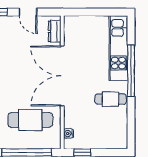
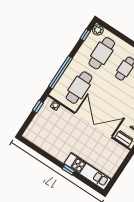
window: (131, 71) -> (68, 170), width x0.32
cafe table: (111, 99) -> (59, 146), removed

